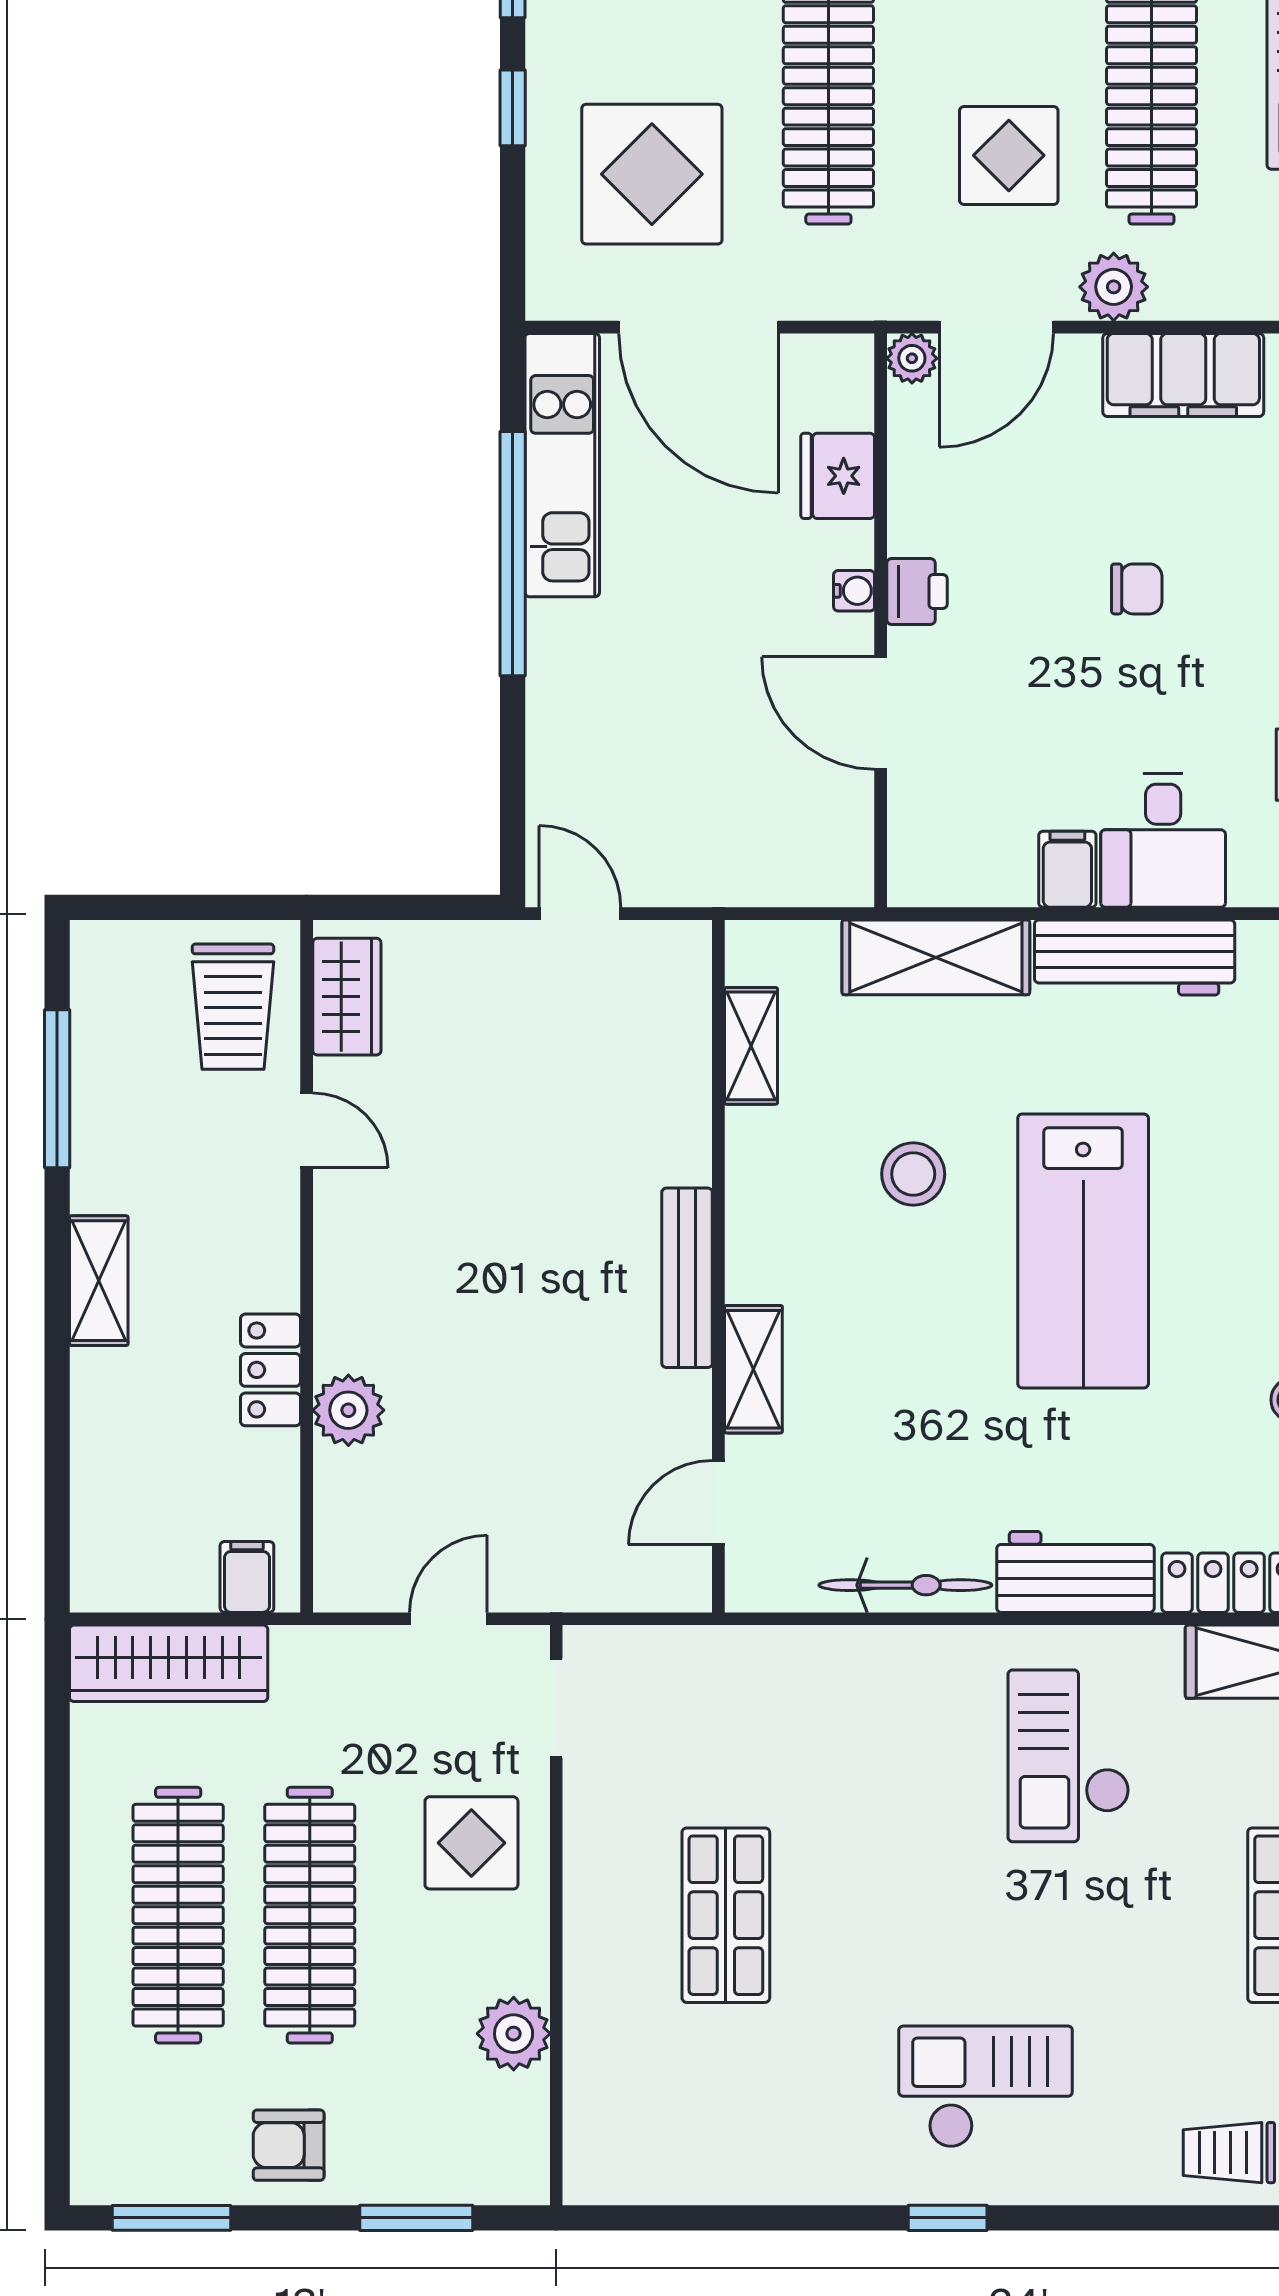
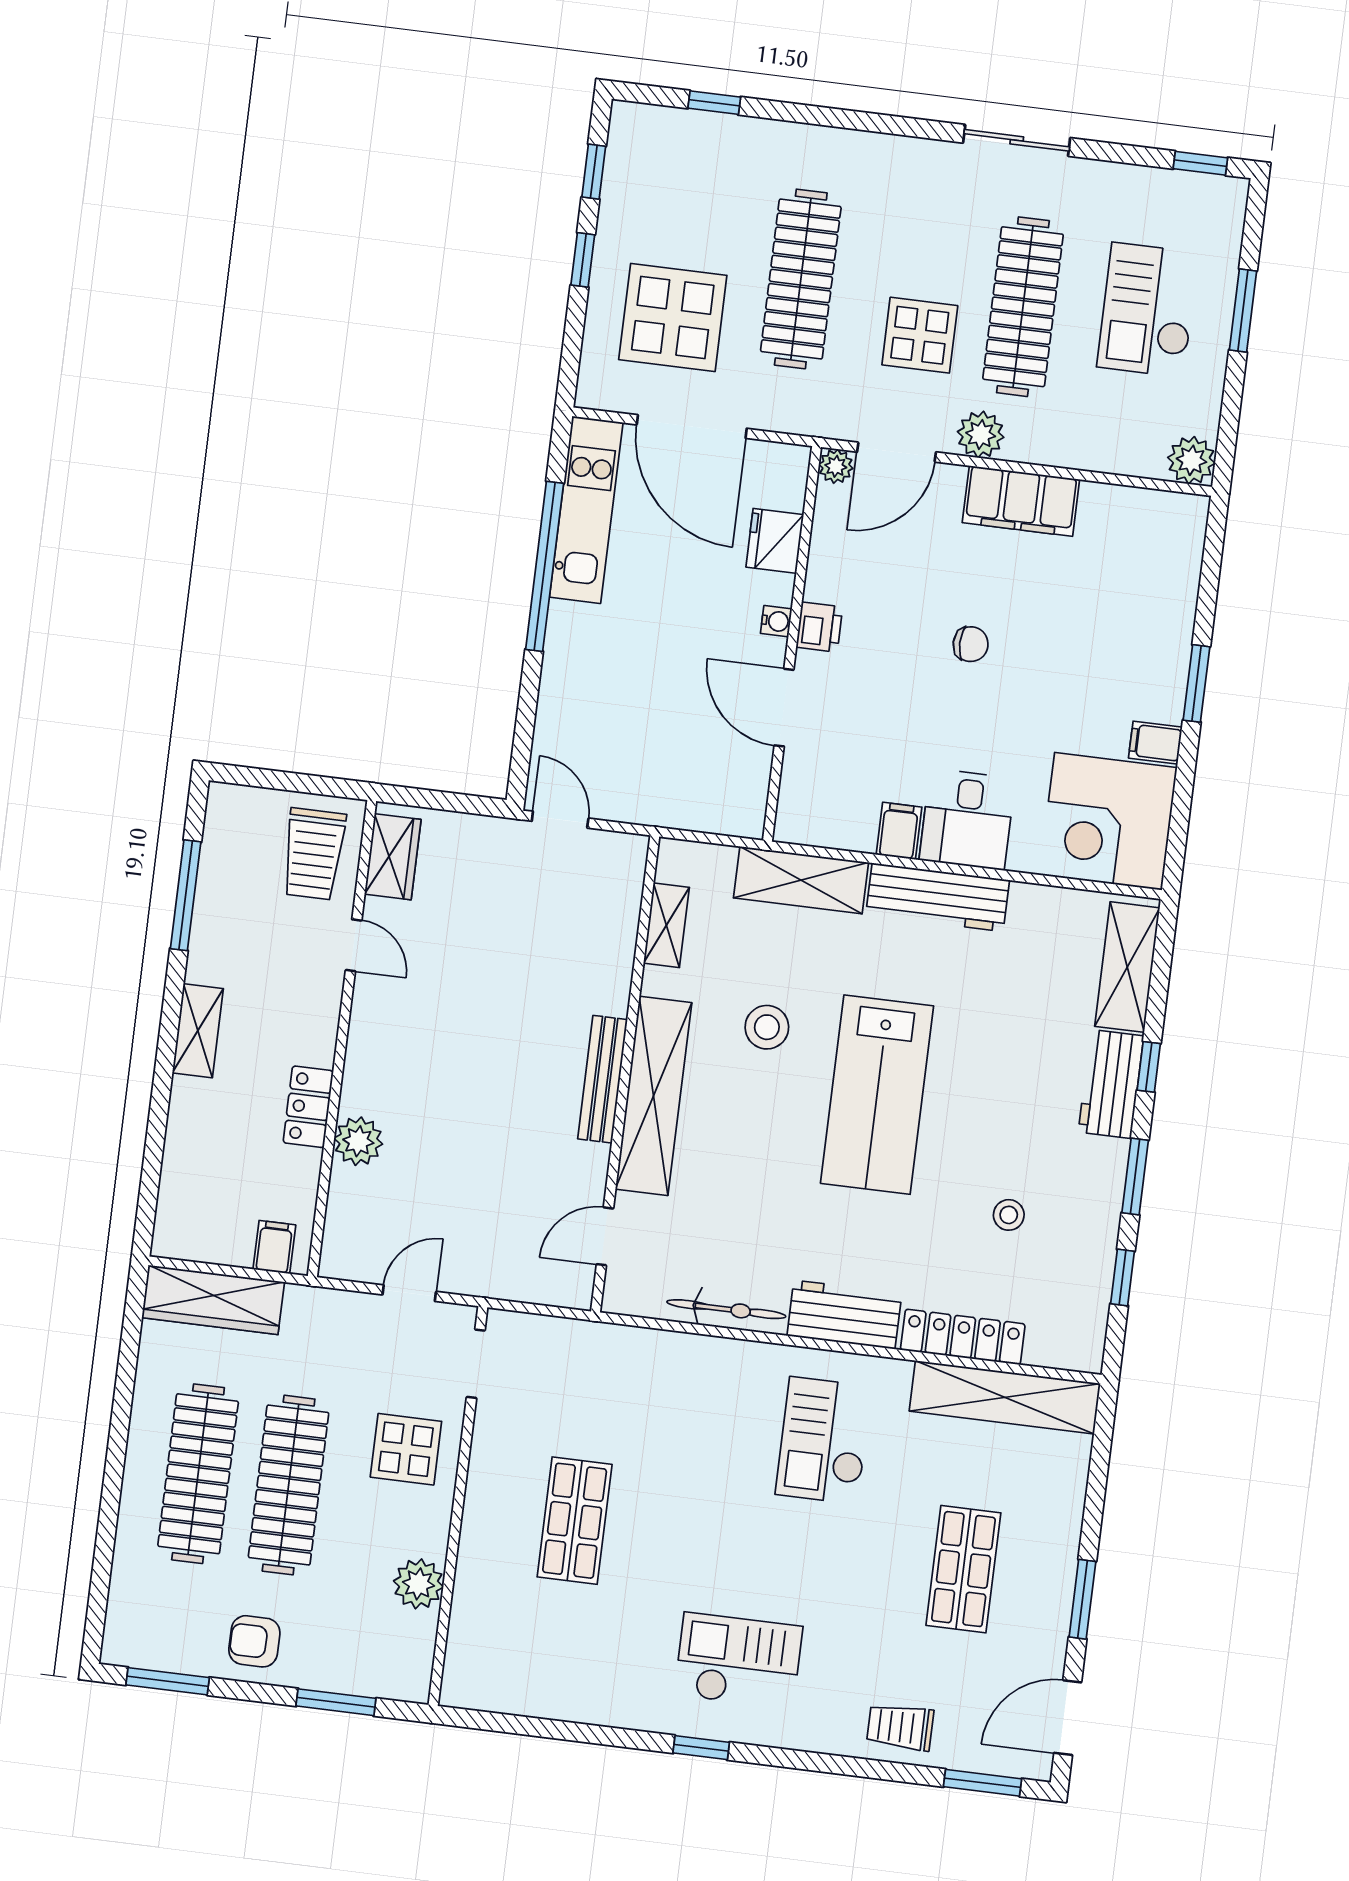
shelving: (753, 1369) -> (653, 1096), width x2.20, depth x1.33

